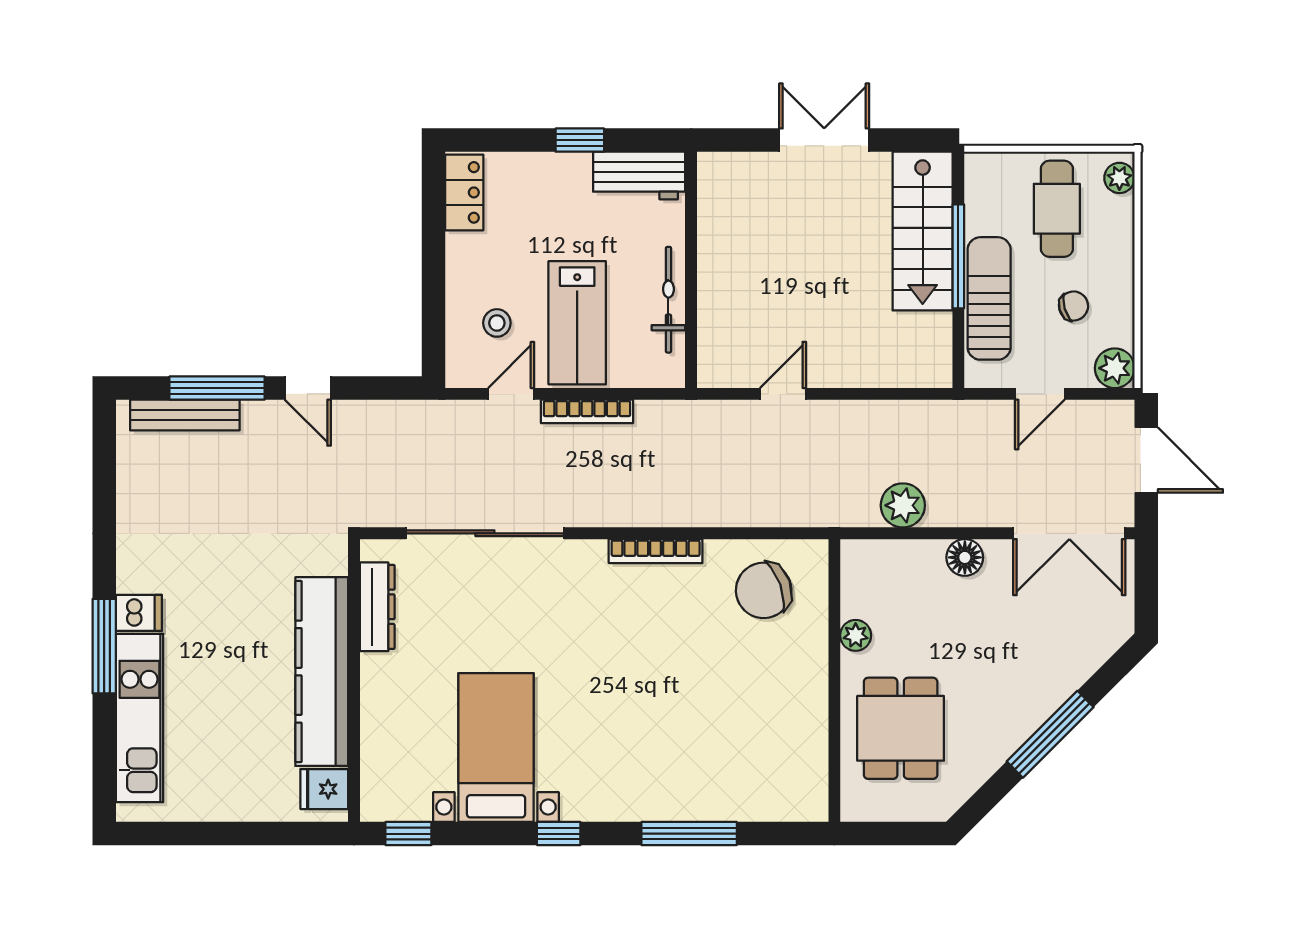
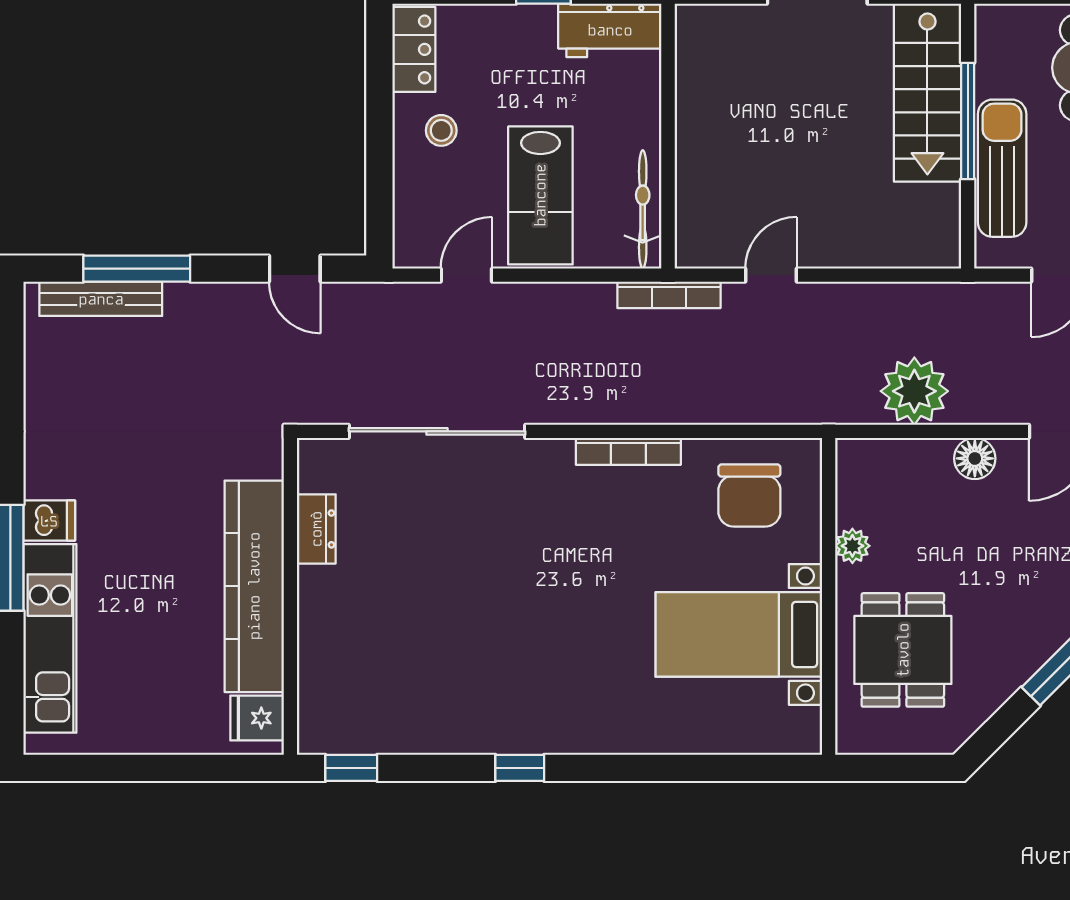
bicycle: (668, 300) -> (643, 209), moved
stool: (497, 323) -> (441, 130), moved
door: (308, 388) -> (295, 269), moved
bookcase: (587, 411) -> (669, 295), moved
plant: (903, 505) -> (914, 391), width x1.36, depth x1.36
chair: (764, 590) -> (749, 495), turned -70
dresser: (377, 607) -> (316, 529), width x0.70
bed with nightstands: (496, 748) -> (739, 634), moved, turned -90
window: (689, 834) -> (666, 768), removed

